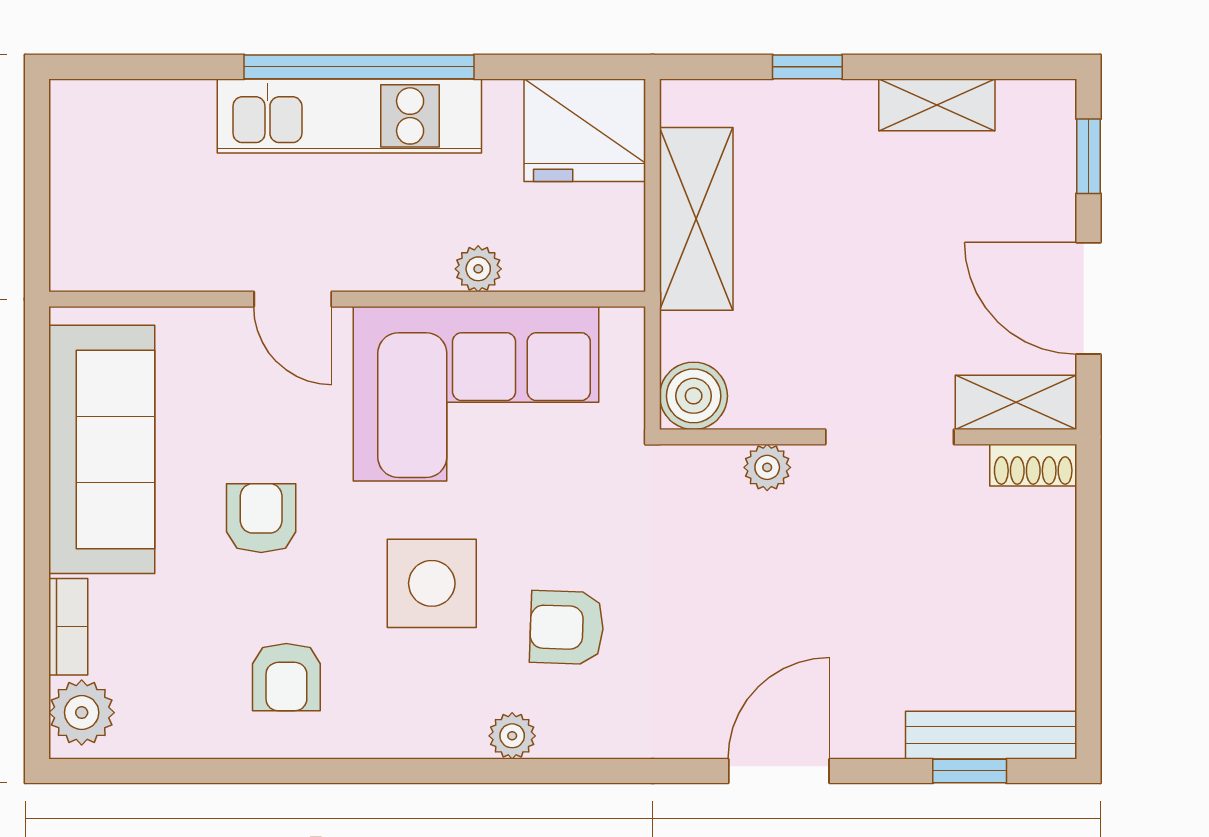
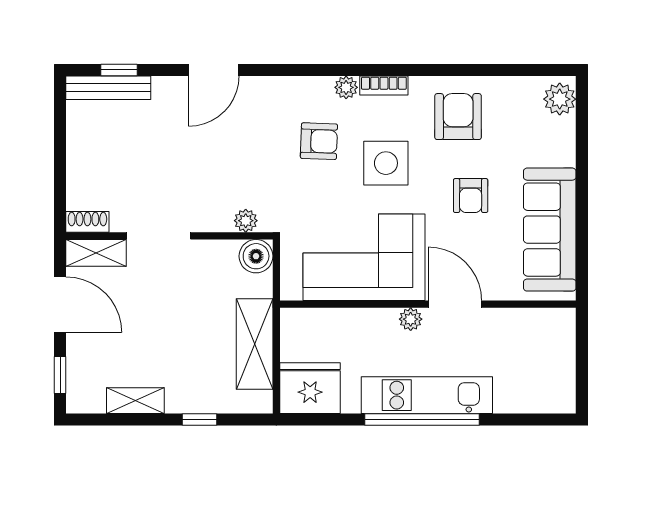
plant: (478, 269) -> (411, 319), moved
door: (293, 299) -> (455, 304), width x1.38
plant: (767, 467) -> (246, 221), moved
bookcase: (68, 627) -> (384, 86), moved, turned -90
armchair: (286, 677) -> (458, 117), width x1.38, depth x1.38

